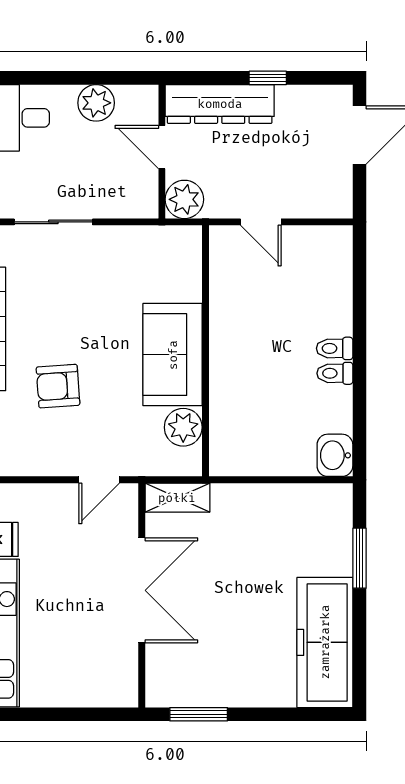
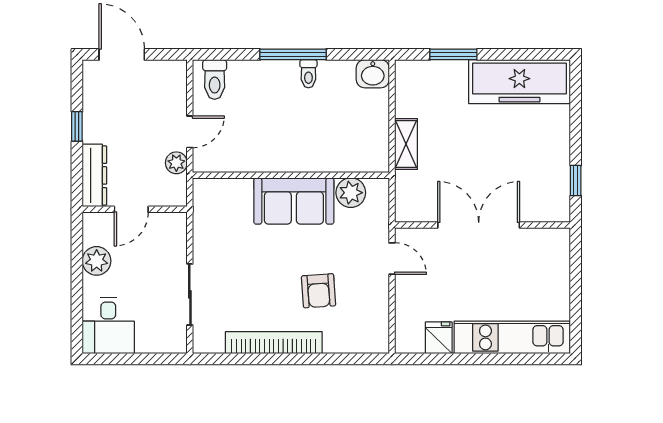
dresser: (220, 104) -> (94, 175), width x0.73, depth x0.80
plant: (184, 199) -> (176, 163), moved, width x0.73, depth x0.73
toilet: (335, 348) -> (215, 80), moved, width x1.37, depth x1.39
window: (359, 354) -> (293, 54), added
shelving: (177, 498) -> (406, 144), moved
window: (199, 714) -> (576, 181), width x0.67

